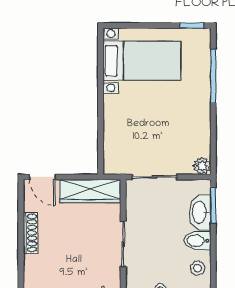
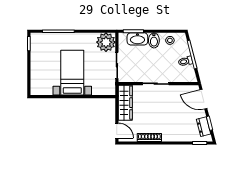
bed with nightstands: (142, 61) -> (72, 73), moved
plant: (202, 166) -> (106, 42), width x1.88, depth x1.88
door: (42, 177) -> (117, 131), hinge flipped

